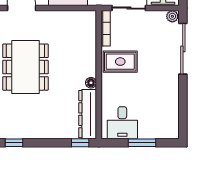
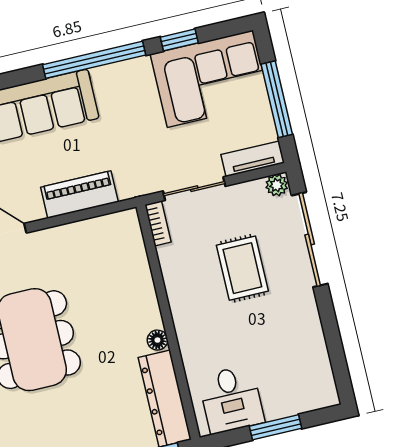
bookcase: (106, 28) -> (158, 223), width x0.64
rug: (120, 62) -> (242, 268), moved, turned 90

